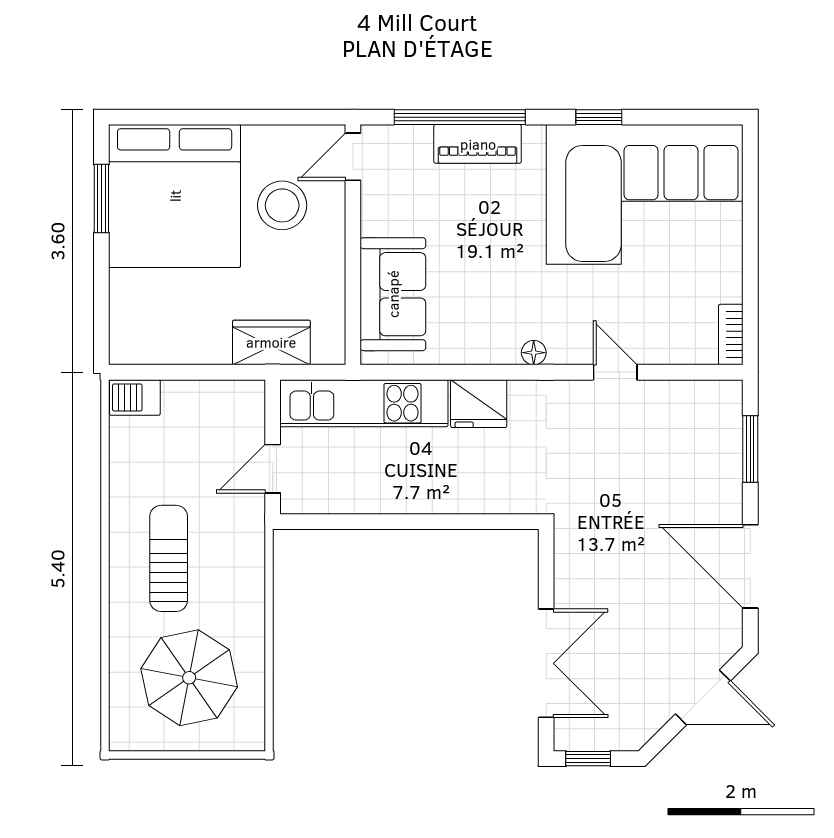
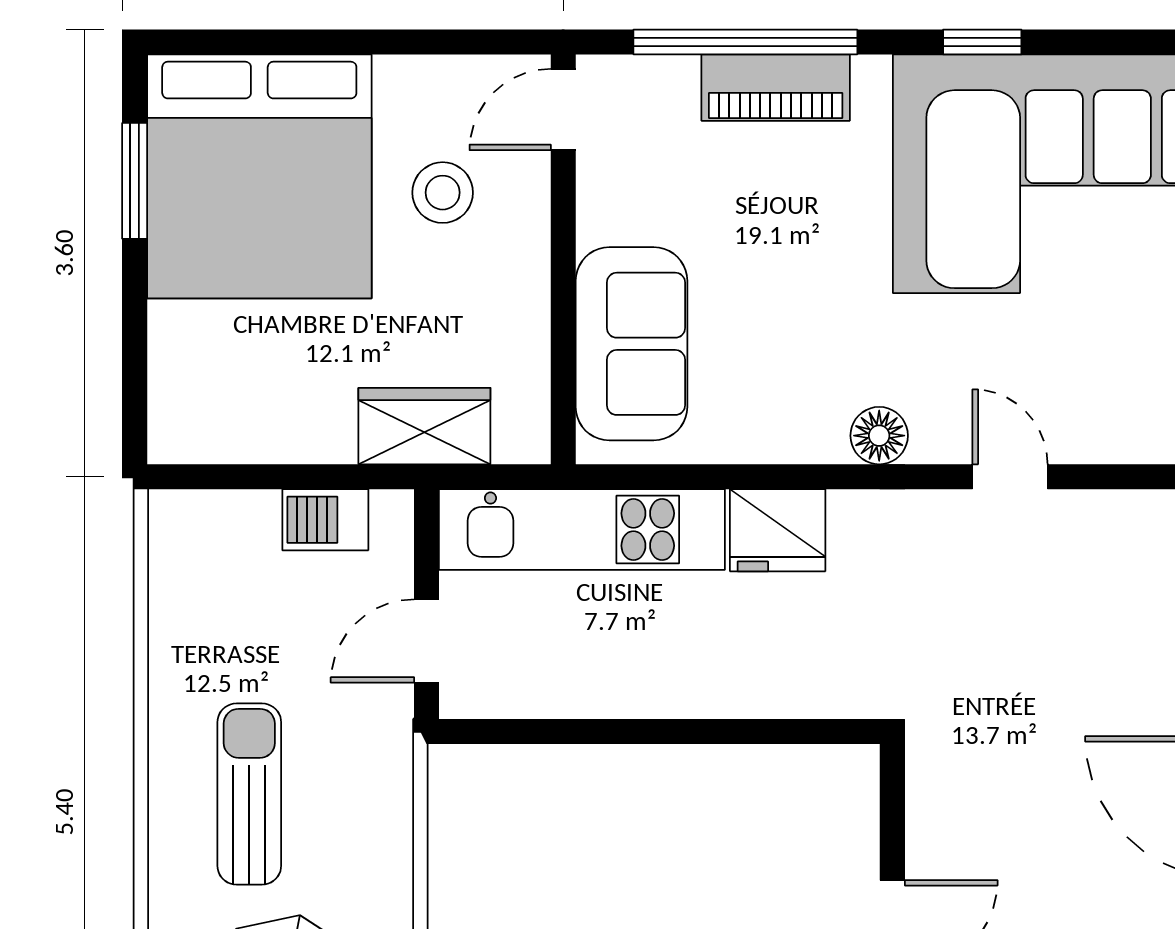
stool: (282, 205) -> (443, 193), width x0.73, depth x0.73
floor lamp: (534, 353) -> (879, 436), width x1.37, depth x1.37
barbecue: (135, 397) -> (325, 520), moved

